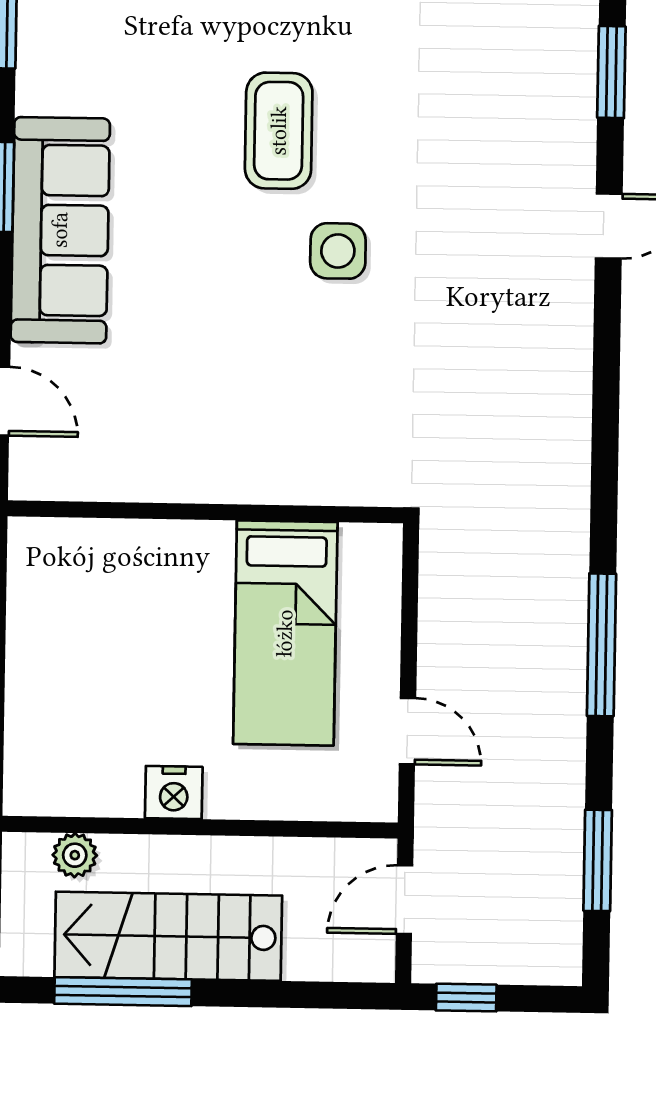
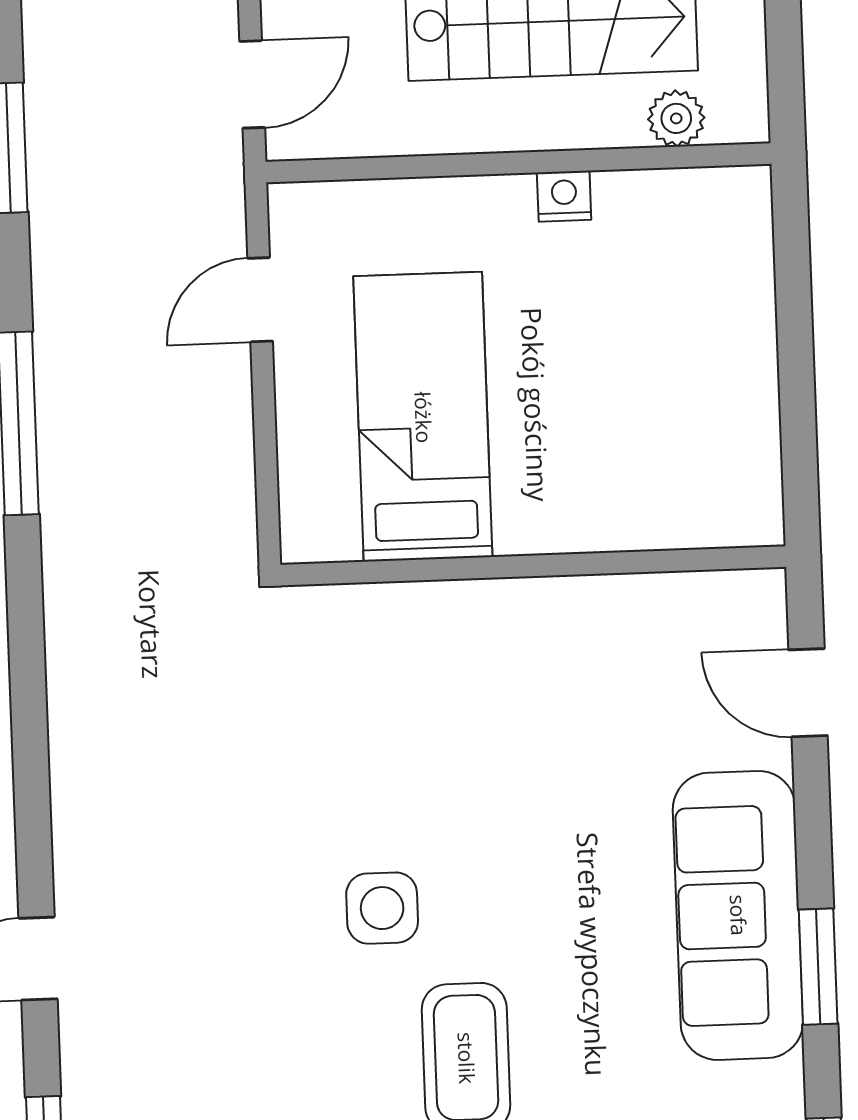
door: (407, 731) -> (260, 300), hinge flipped
nightstand: (174, 793) -> (564, 196), width x0.72, depth x0.74

